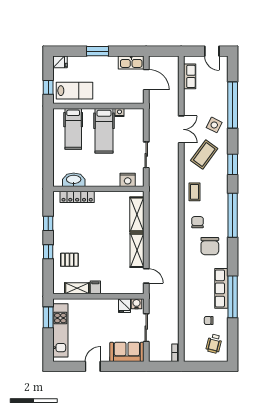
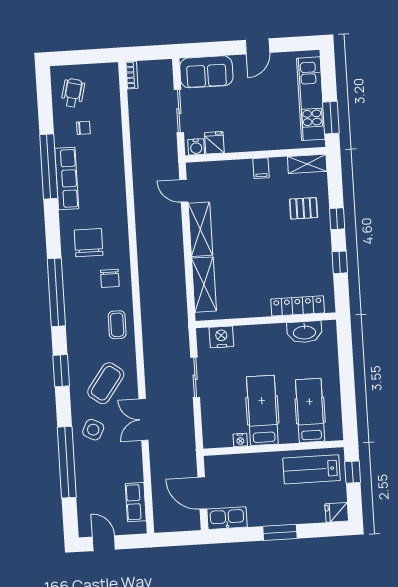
shelving: (77, 288) -> (307, 164), moved

